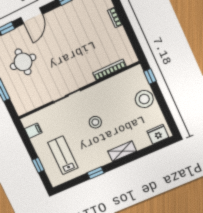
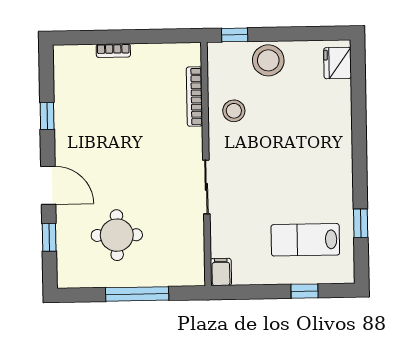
stool: (95, 122) -> (234, 111), moved
filing cabinet: (33, 131) -> (221, 272), moved
shelving: (122, 151) -> (341, 135), removed
window: (96, 173) -> (361, 223), moved

